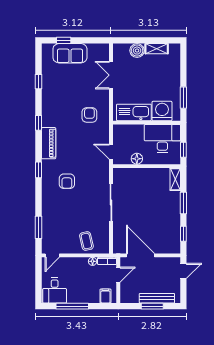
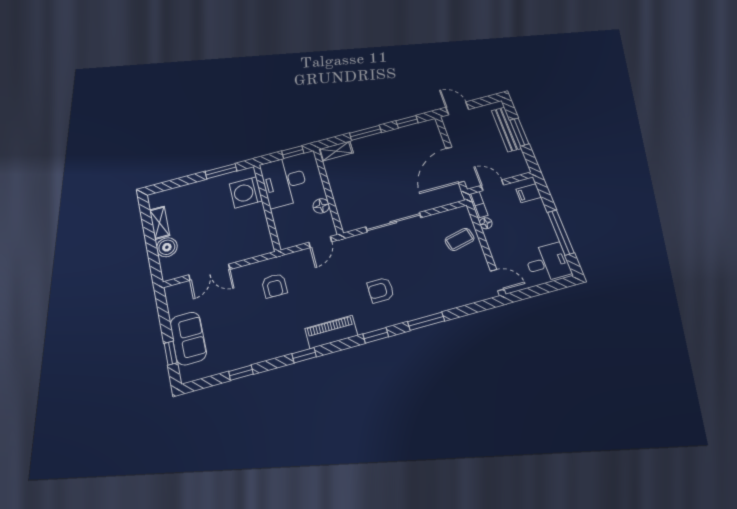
kitchen sink: (134, 112) -> (256, 227), removed
armchair: (89, 115) -> (274, 286), turned -90
armchair: (67, 181) -> (381, 290), turned 180
window: (39, 227) -> (426, 321), moved

